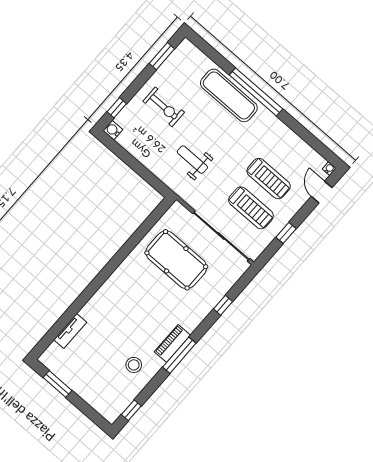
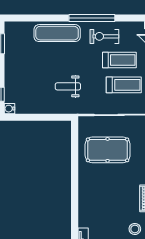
window: (256, 92) -> (92, 18), moved
exercise bike: (164, 107) -> (104, 36), moved, turned 180

